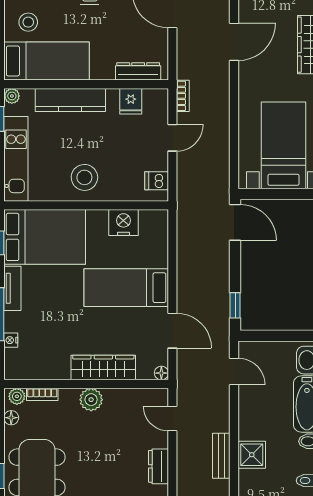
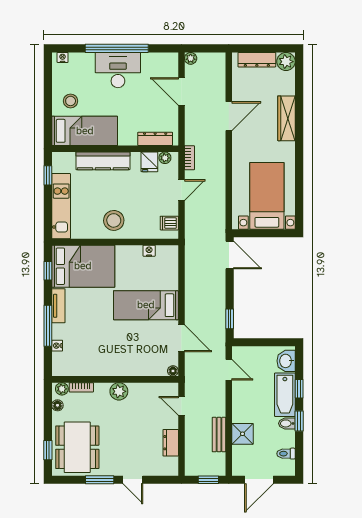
plant: (12, 96) -> (165, 158), moved
nightstand: (123, 223) -> (149, 251), width x0.53, depth x0.56
wardrobe: (103, 367) -> (128, 367), removed

